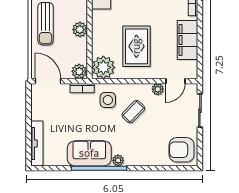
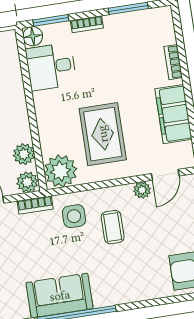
plant: (80, 30) -> (24, 154), moved
coffee table: (133, 112) -> (113, 227), turned -44
plant: (118, 160) -> (102, 299), removed

